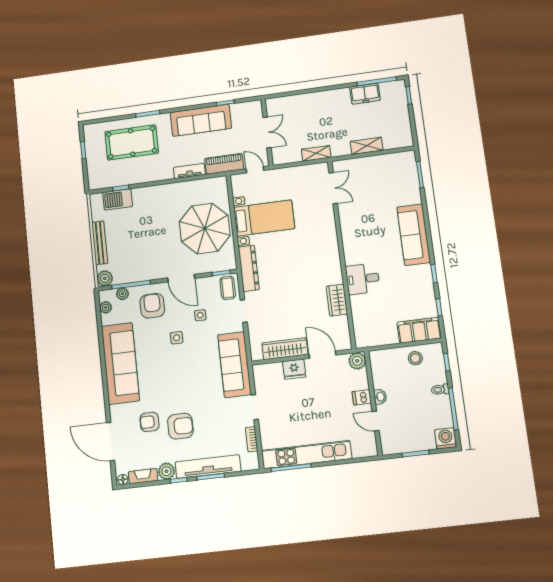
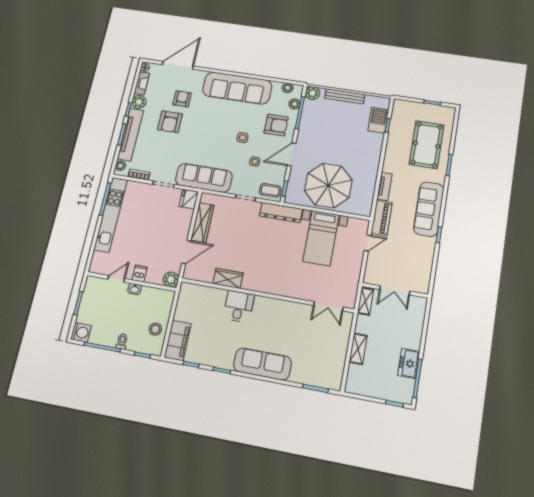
double door: (267, 132) -> (395, 290), moved
wall: (267, 132) -> (395, 290), moved
fridge: (294, 369) -> (189, 199), moved
plant: (248, 465) -> (120, 166), added

